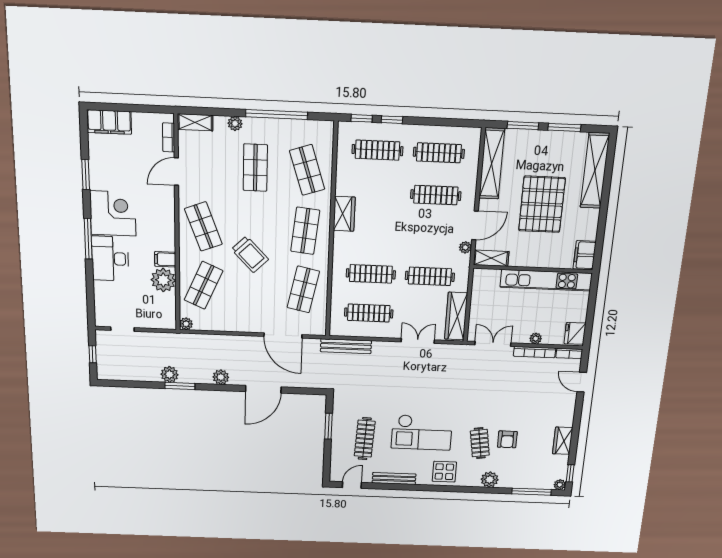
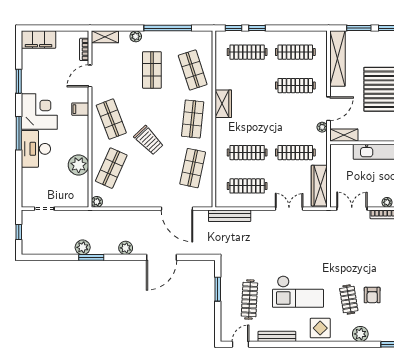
filing cabinet: (165, 259) -> (80, 109), moved

